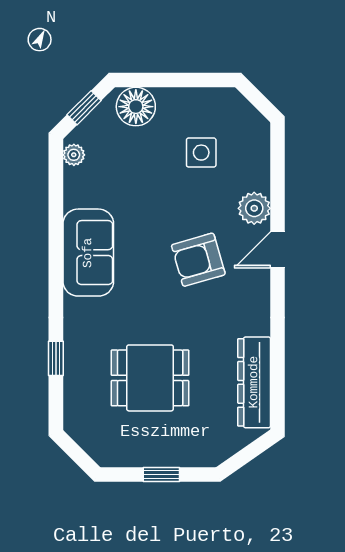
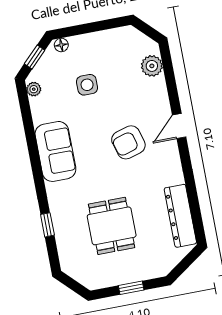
floor lamp: (136, 107) -> (61, 45), width x0.53, depth x0.53
side table: (201, 153) -> (87, 85), moved
plant: (254, 208) -> (152, 66), moved
dining table: (150, 378) -> (112, 226), turned 90

